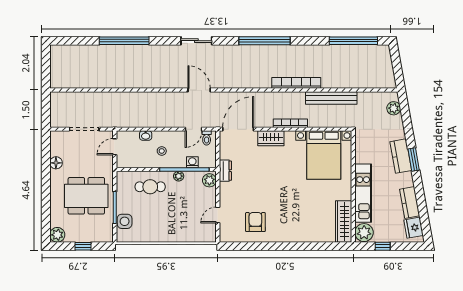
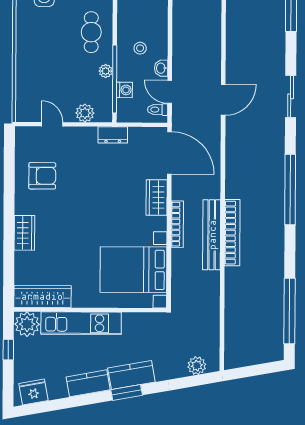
bench: (331, 98) -> (212, 235), moved
washbasin: (146, 135) -> (161, 68), moved
plant: (209, 180) -> (85, 113), moved
kitchen counter: (410, 202) -> (88, 383), moved
wardrobe: (297, 235) -> (24, 233), added

